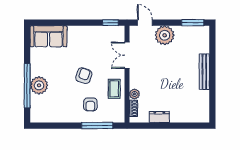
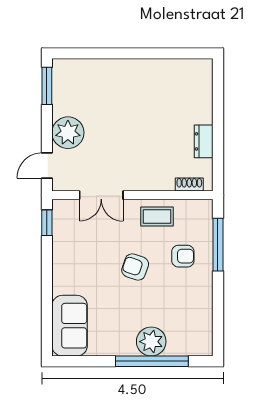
bench: (204, 72) -> (128, 67), removed
plant: (134, 94) -> (165, 183), removed

